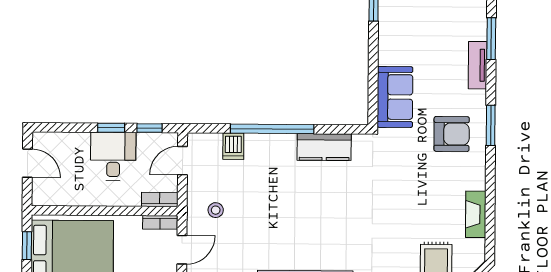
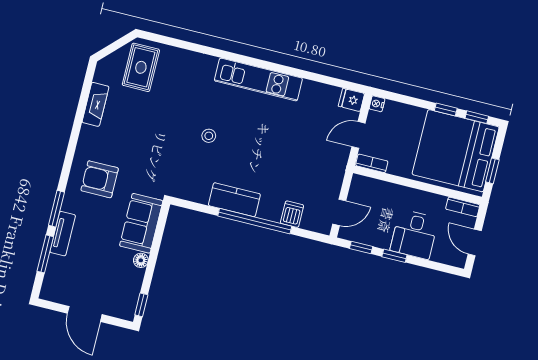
floor lamp: (386, 57) -> (141, 260), added
window: (491, 125) -> (56, 209), moved
kitchen counter: (324, 147) -> (234, 200), moved
desk: (113, 156) -> (414, 234), moved
bookcase: (160, 199) -> (463, 207), moved
stool: (216, 210) -> (209, 136), moved

